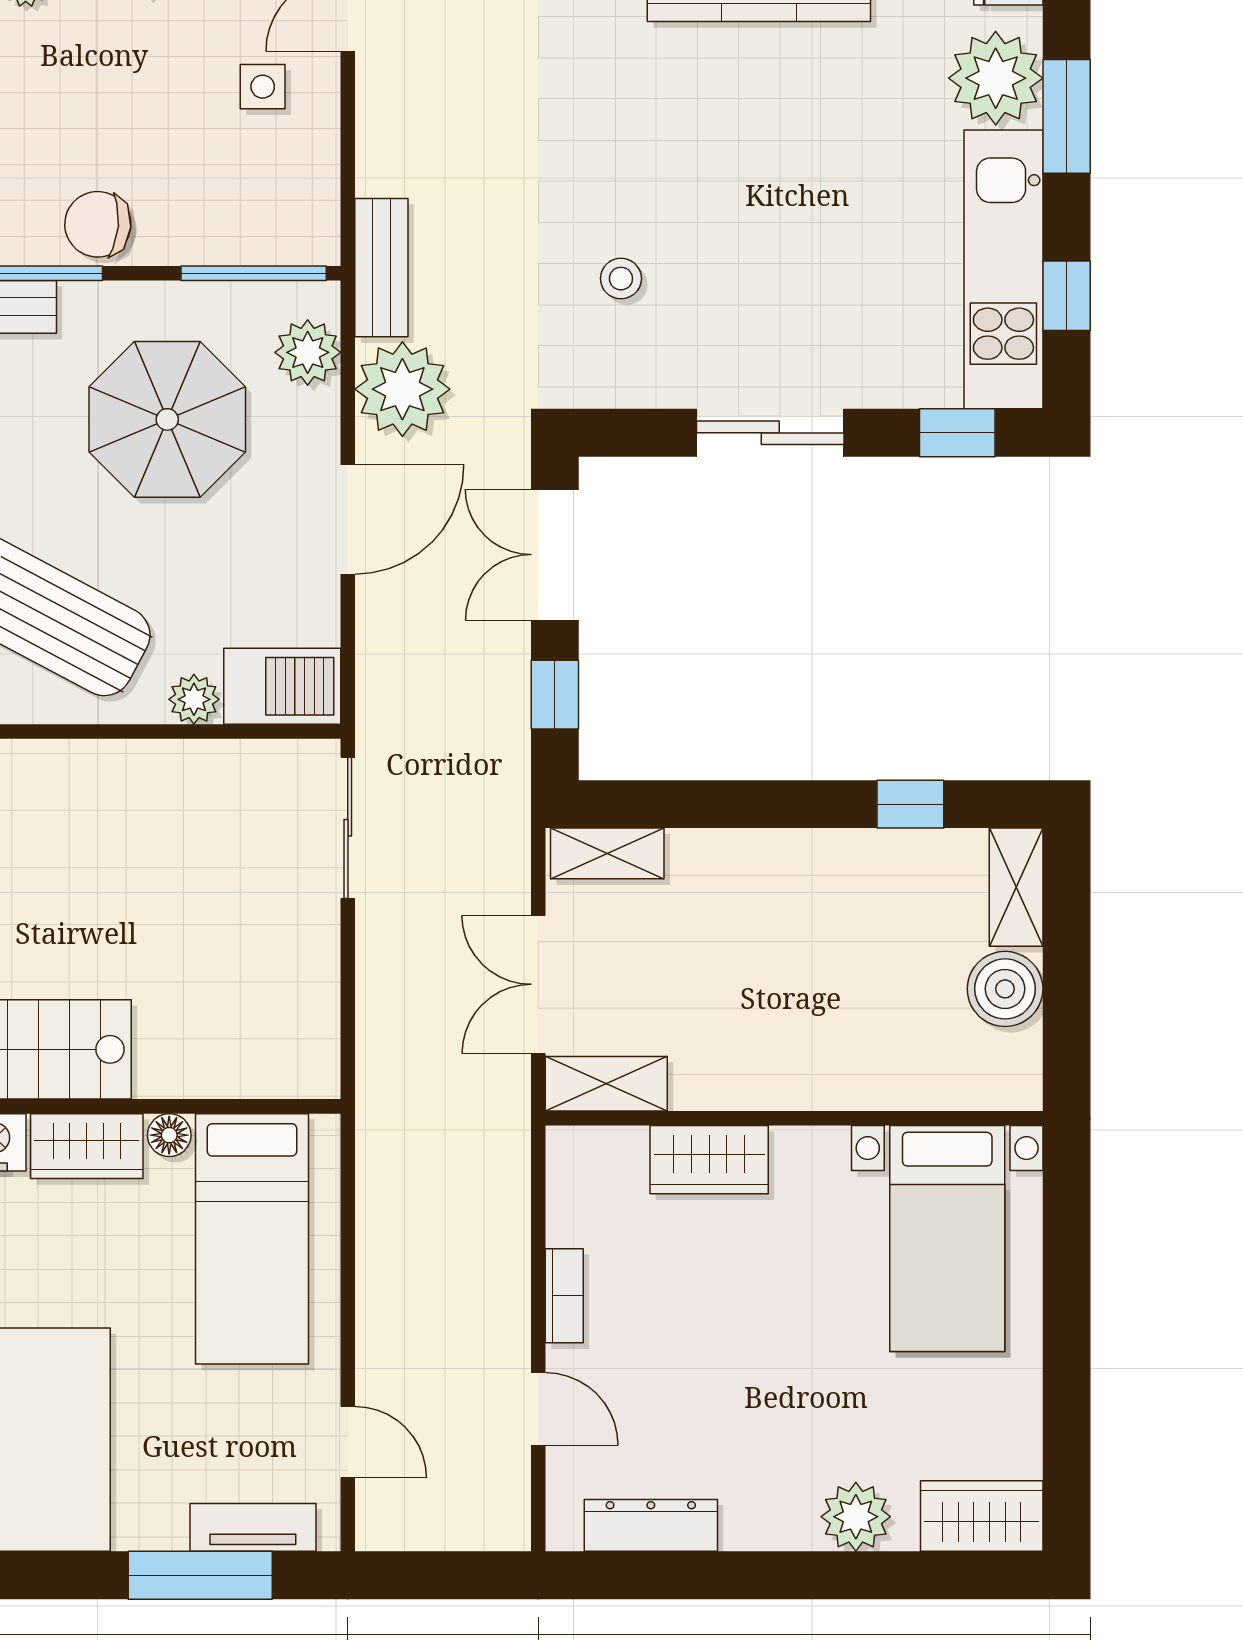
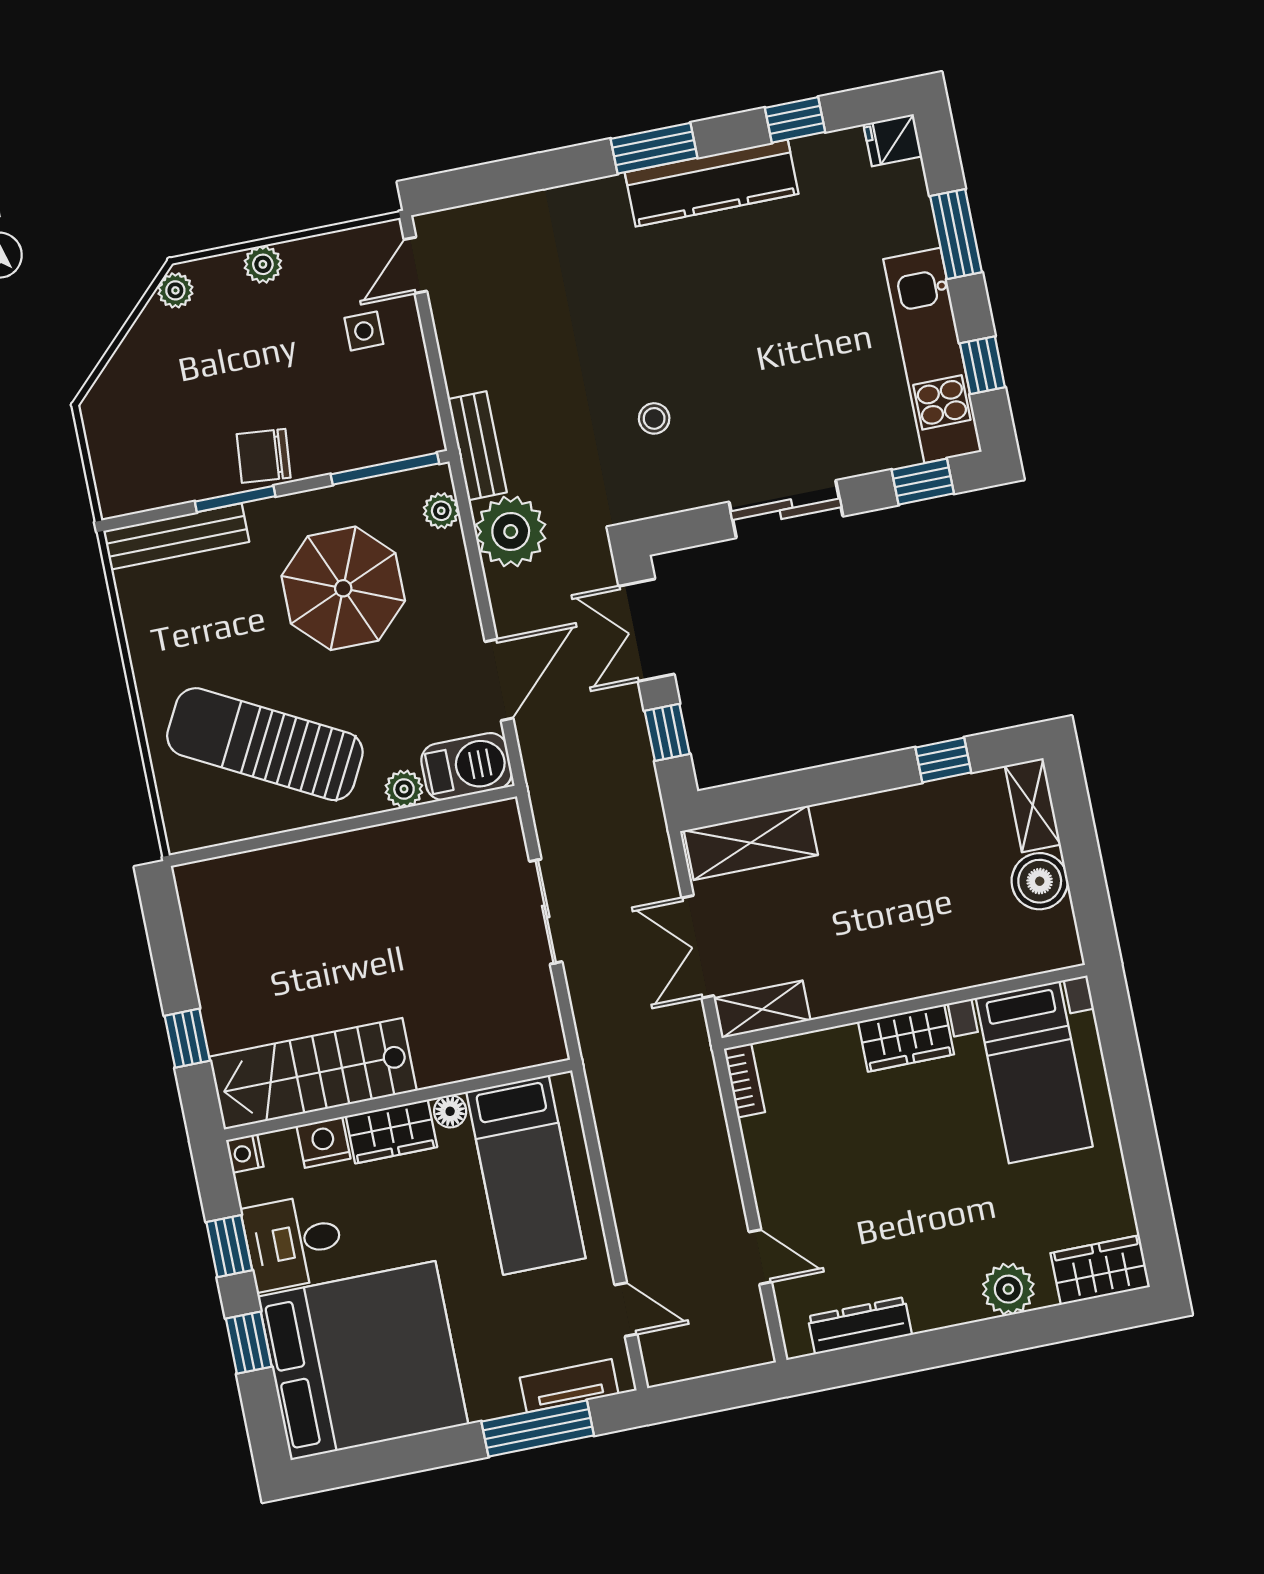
plant: (996, 78) -> (899, 217), removed
plant: (308, 352) -> (441, 511), width x0.73, depth x0.73
door: (348, 519) -> (499, 680), moved
sliding door: (348, 828) -> (546, 912), moved
shelving: (607, 853) -> (751, 843), width x1.50, depth x1.33
wardrobe: (709, 1160) -> (906, 1038), moved
bookcase: (564, 1296) -> (744, 1080), moved

